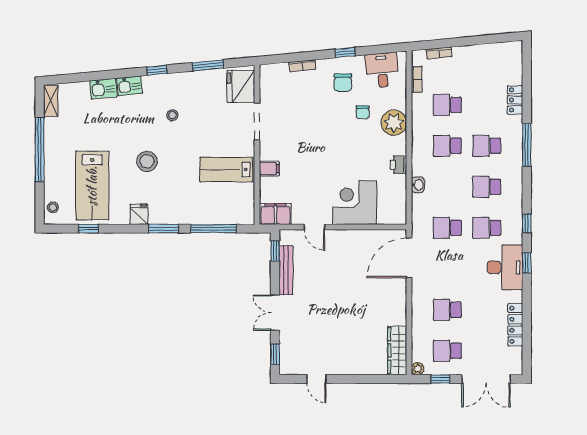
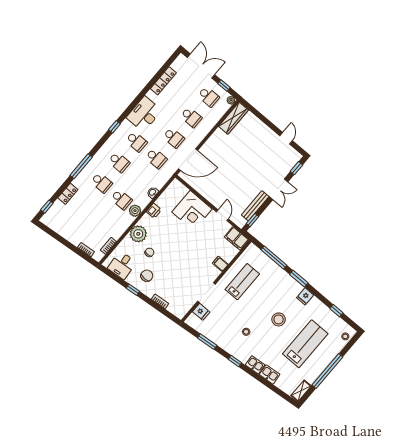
fridge: (241, 86) -> (201, 312), width x0.53, depth x0.75
school desk: (447, 105) -> (174, 138), moved
plant: (420, 146) -> (135, 211), added
lab bench: (226, 170) -> (242, 282), turned -90
lab bench: (92, 186) -> (305, 344), moved
window: (527, 263) -> (47, 207), moved

